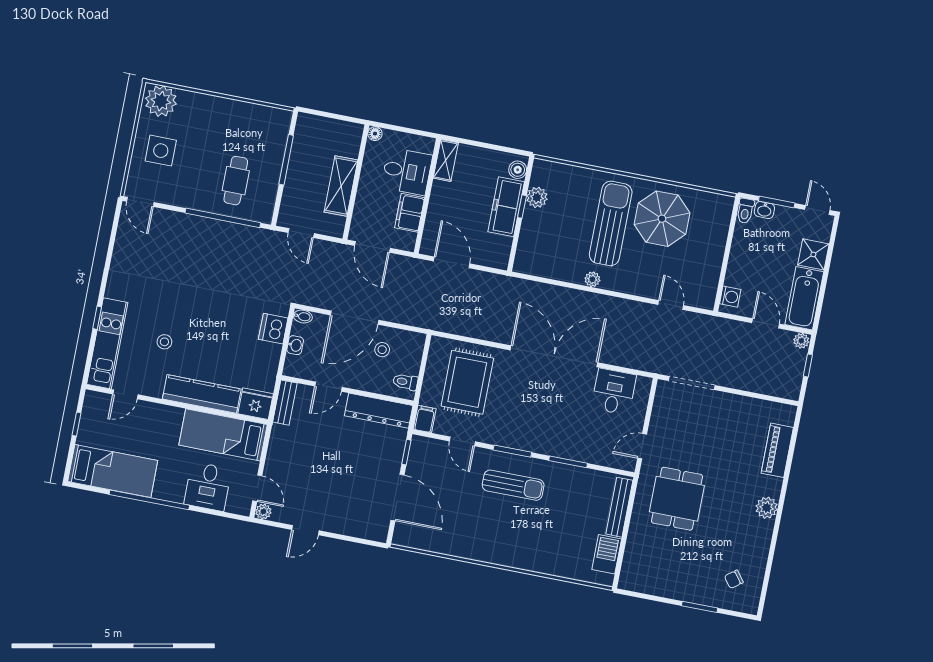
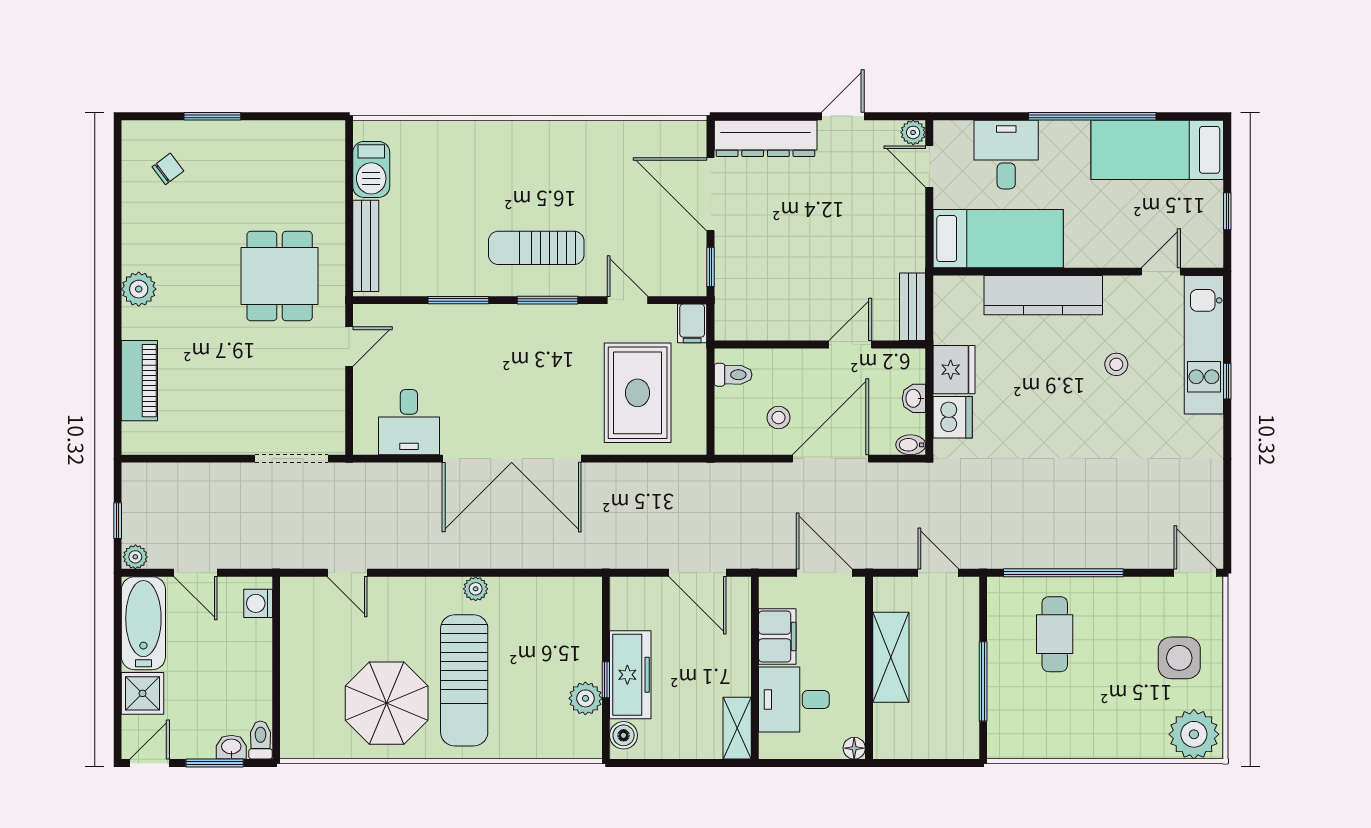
door: (817, 210) -> (150, 763), swing flipped
fridge: (256, 404) -> (954, 370), moved, turned -90
dresser: (379, 411) -> (766, 138), moved, turned 180

